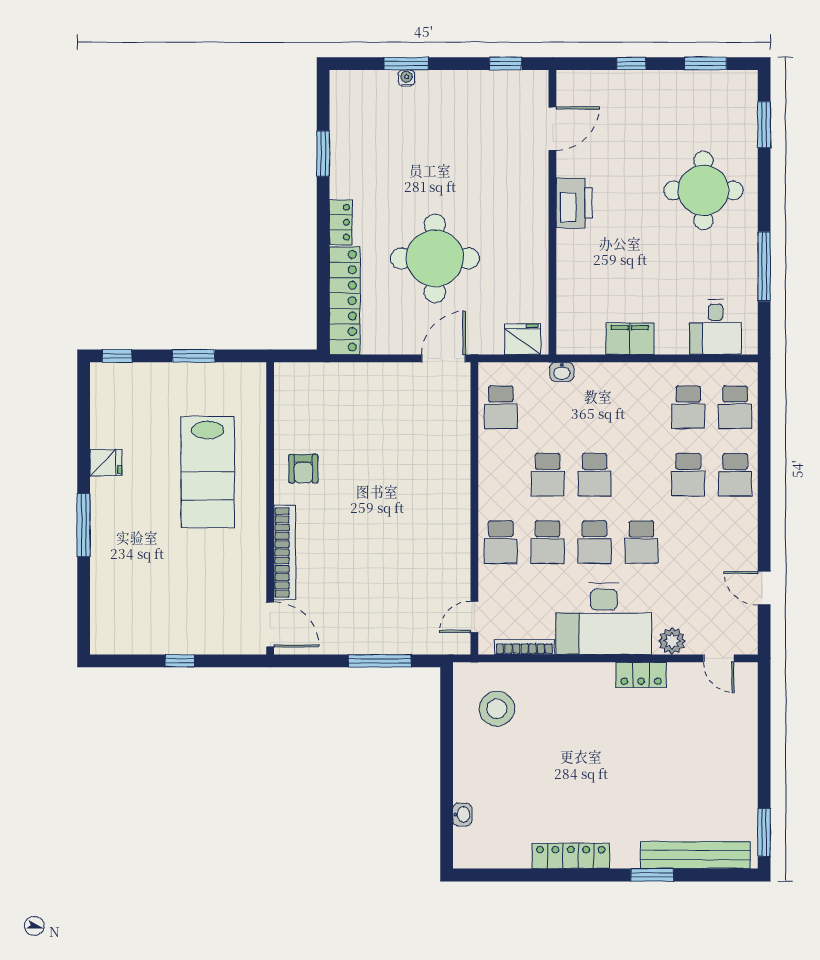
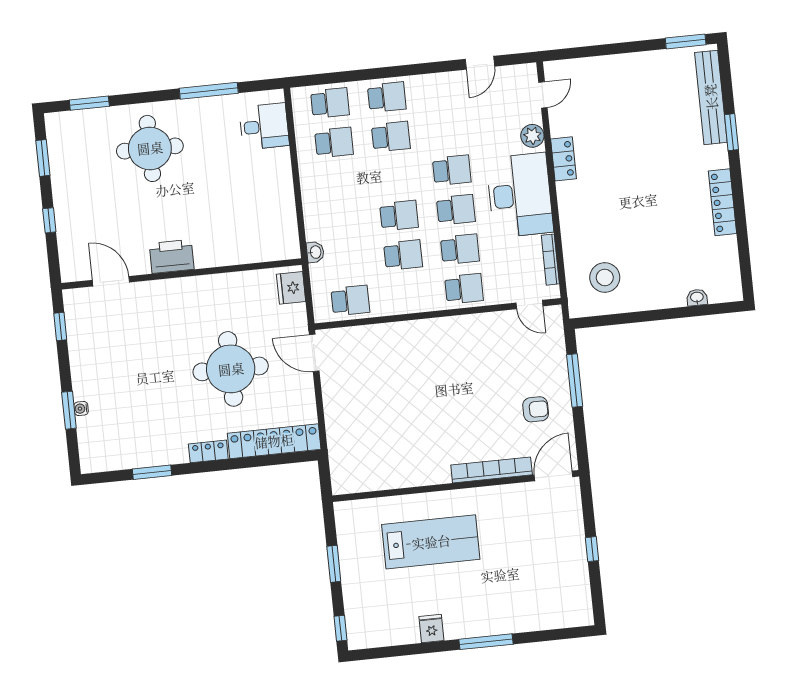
filing cabinet: (630, 339) -> (281, 198), removed
armchair: (303, 469) -> (536, 409), moved

